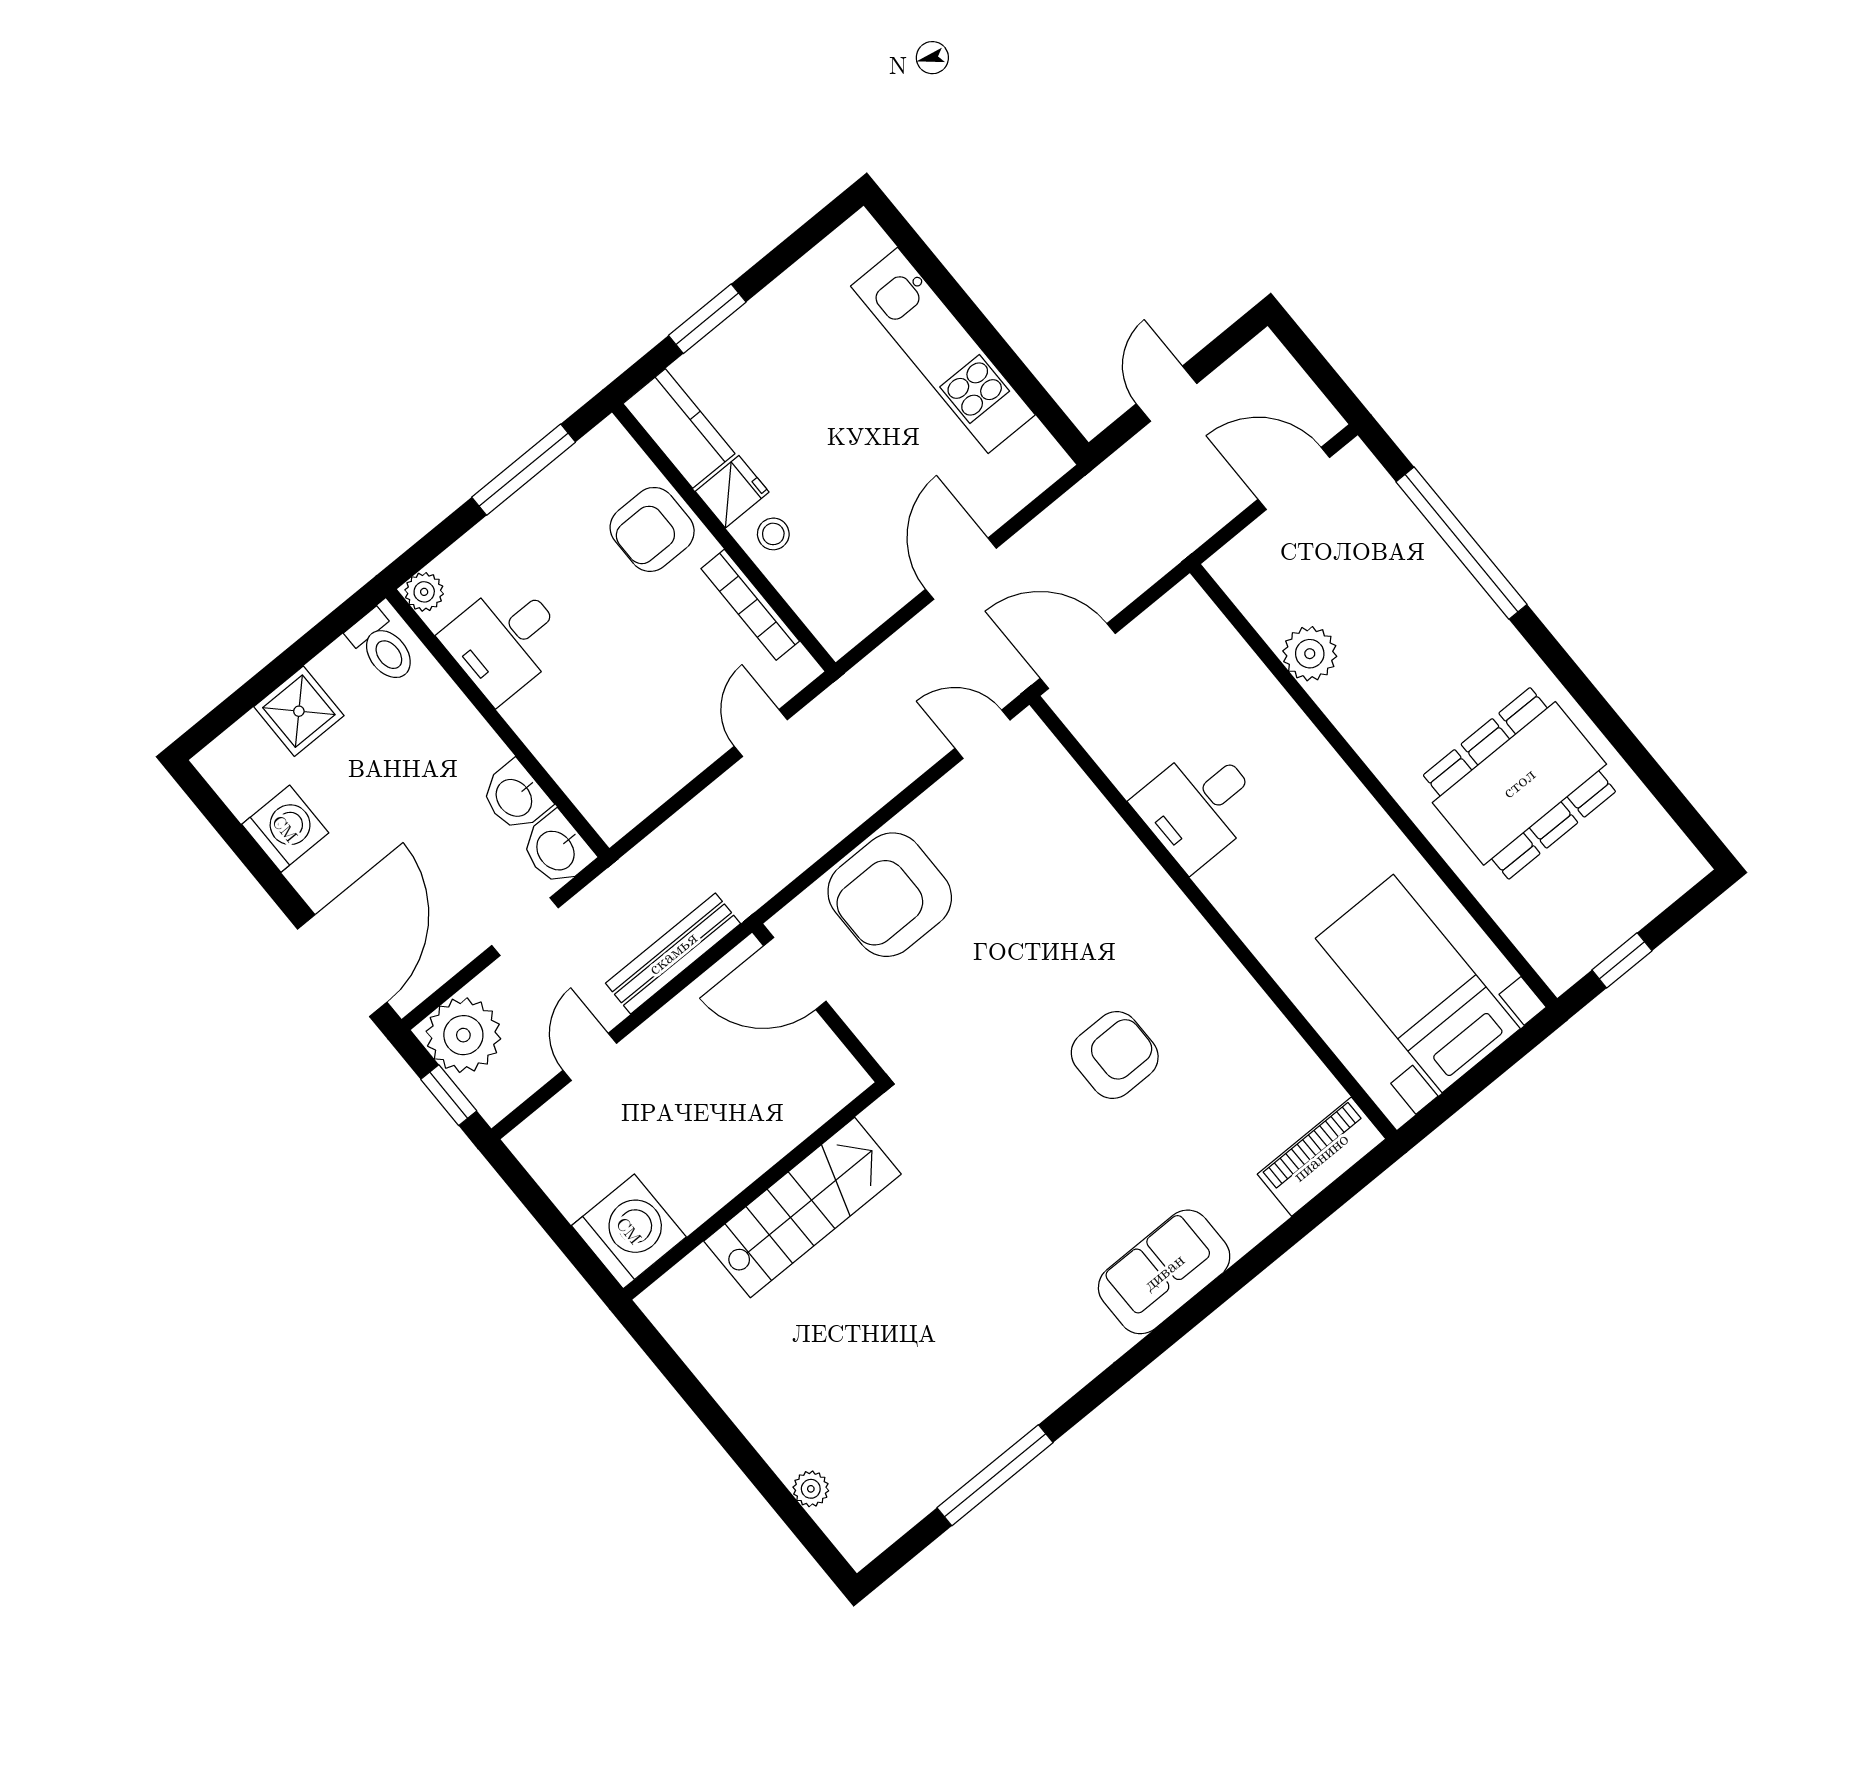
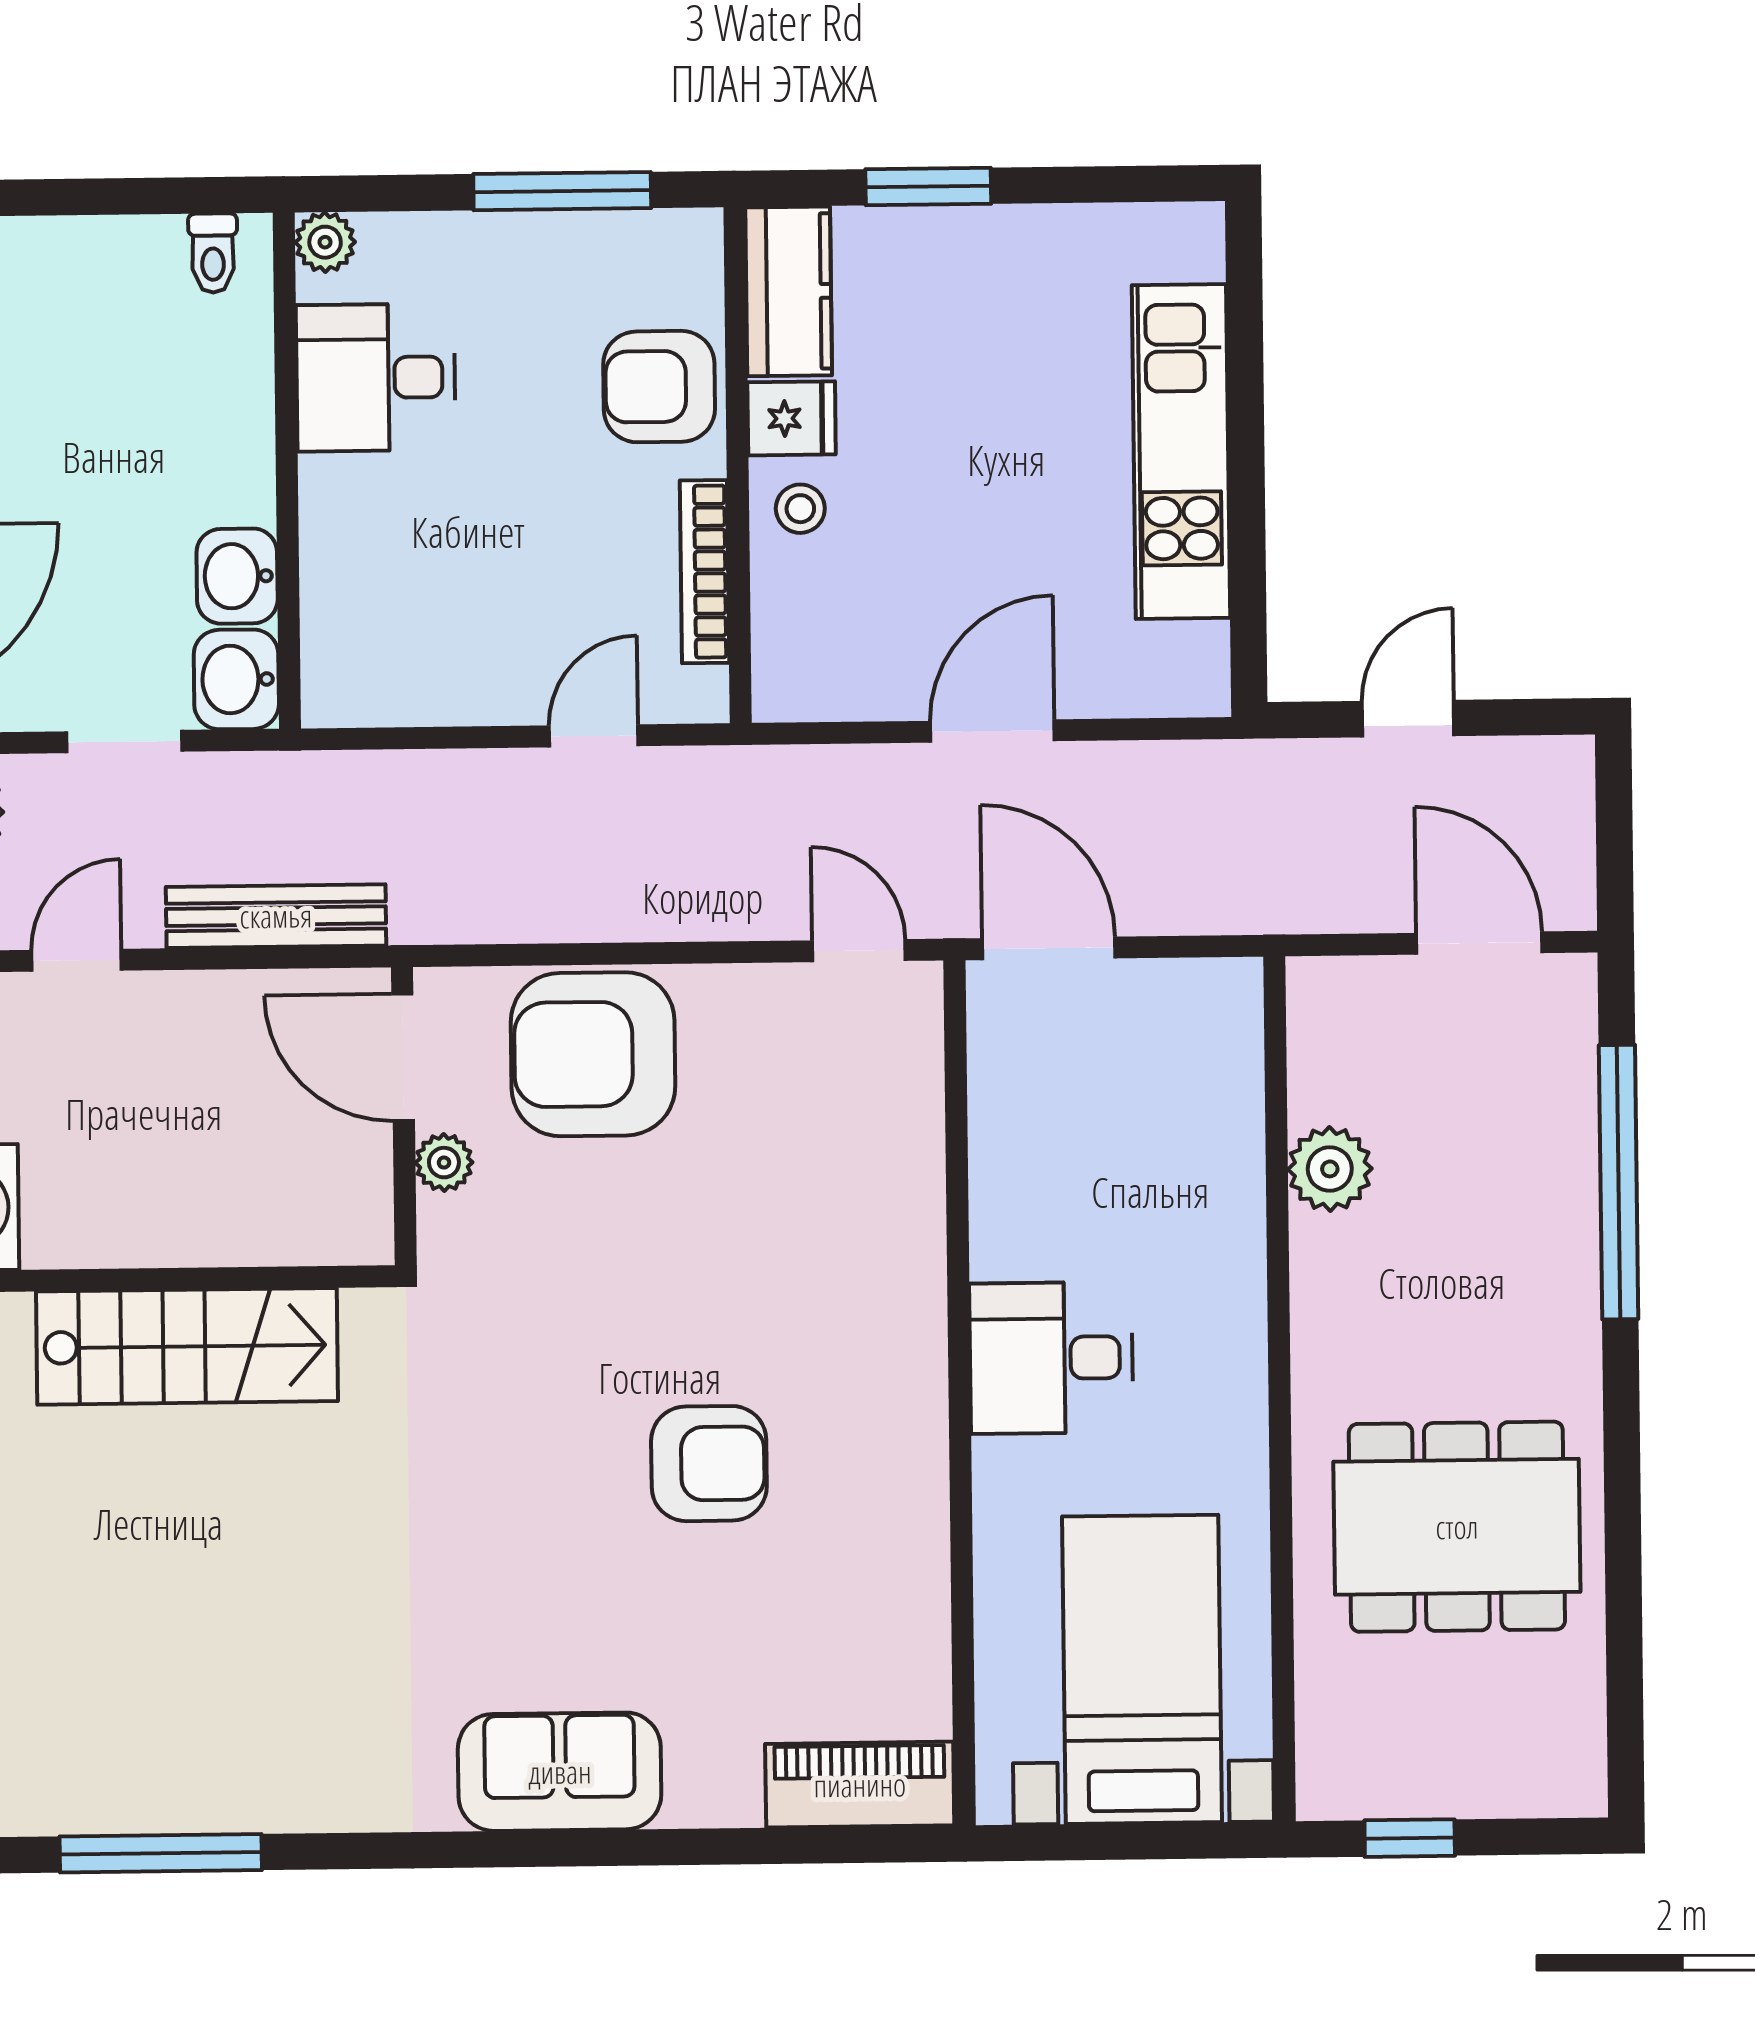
toilet: (383, 647) -> (213, 253), width x0.73, depth x0.72
shower: (299, 711) -> (60, 265), removed
desk: (1199, 806) -> (1051, 1358), moved
plant: (858, 1010) -> (444, 1163), added

